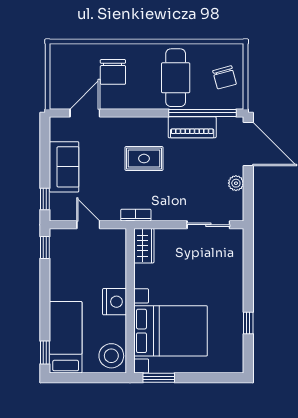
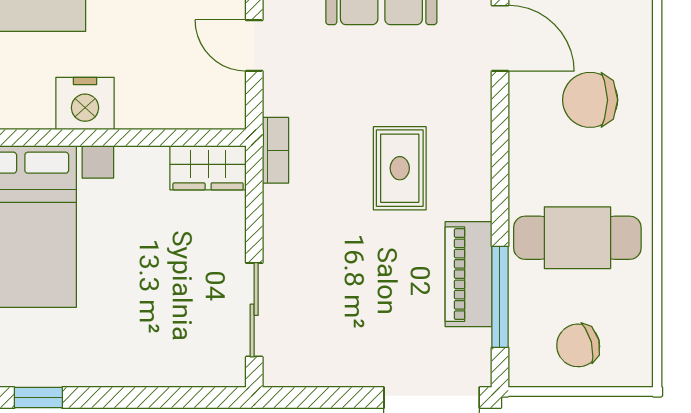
window: (203, 113) -> (500, 297), width x0.68
plant: (236, 183) -> (346, 370), removed
door: (88, 225) -> (254, 46), swing flipped

